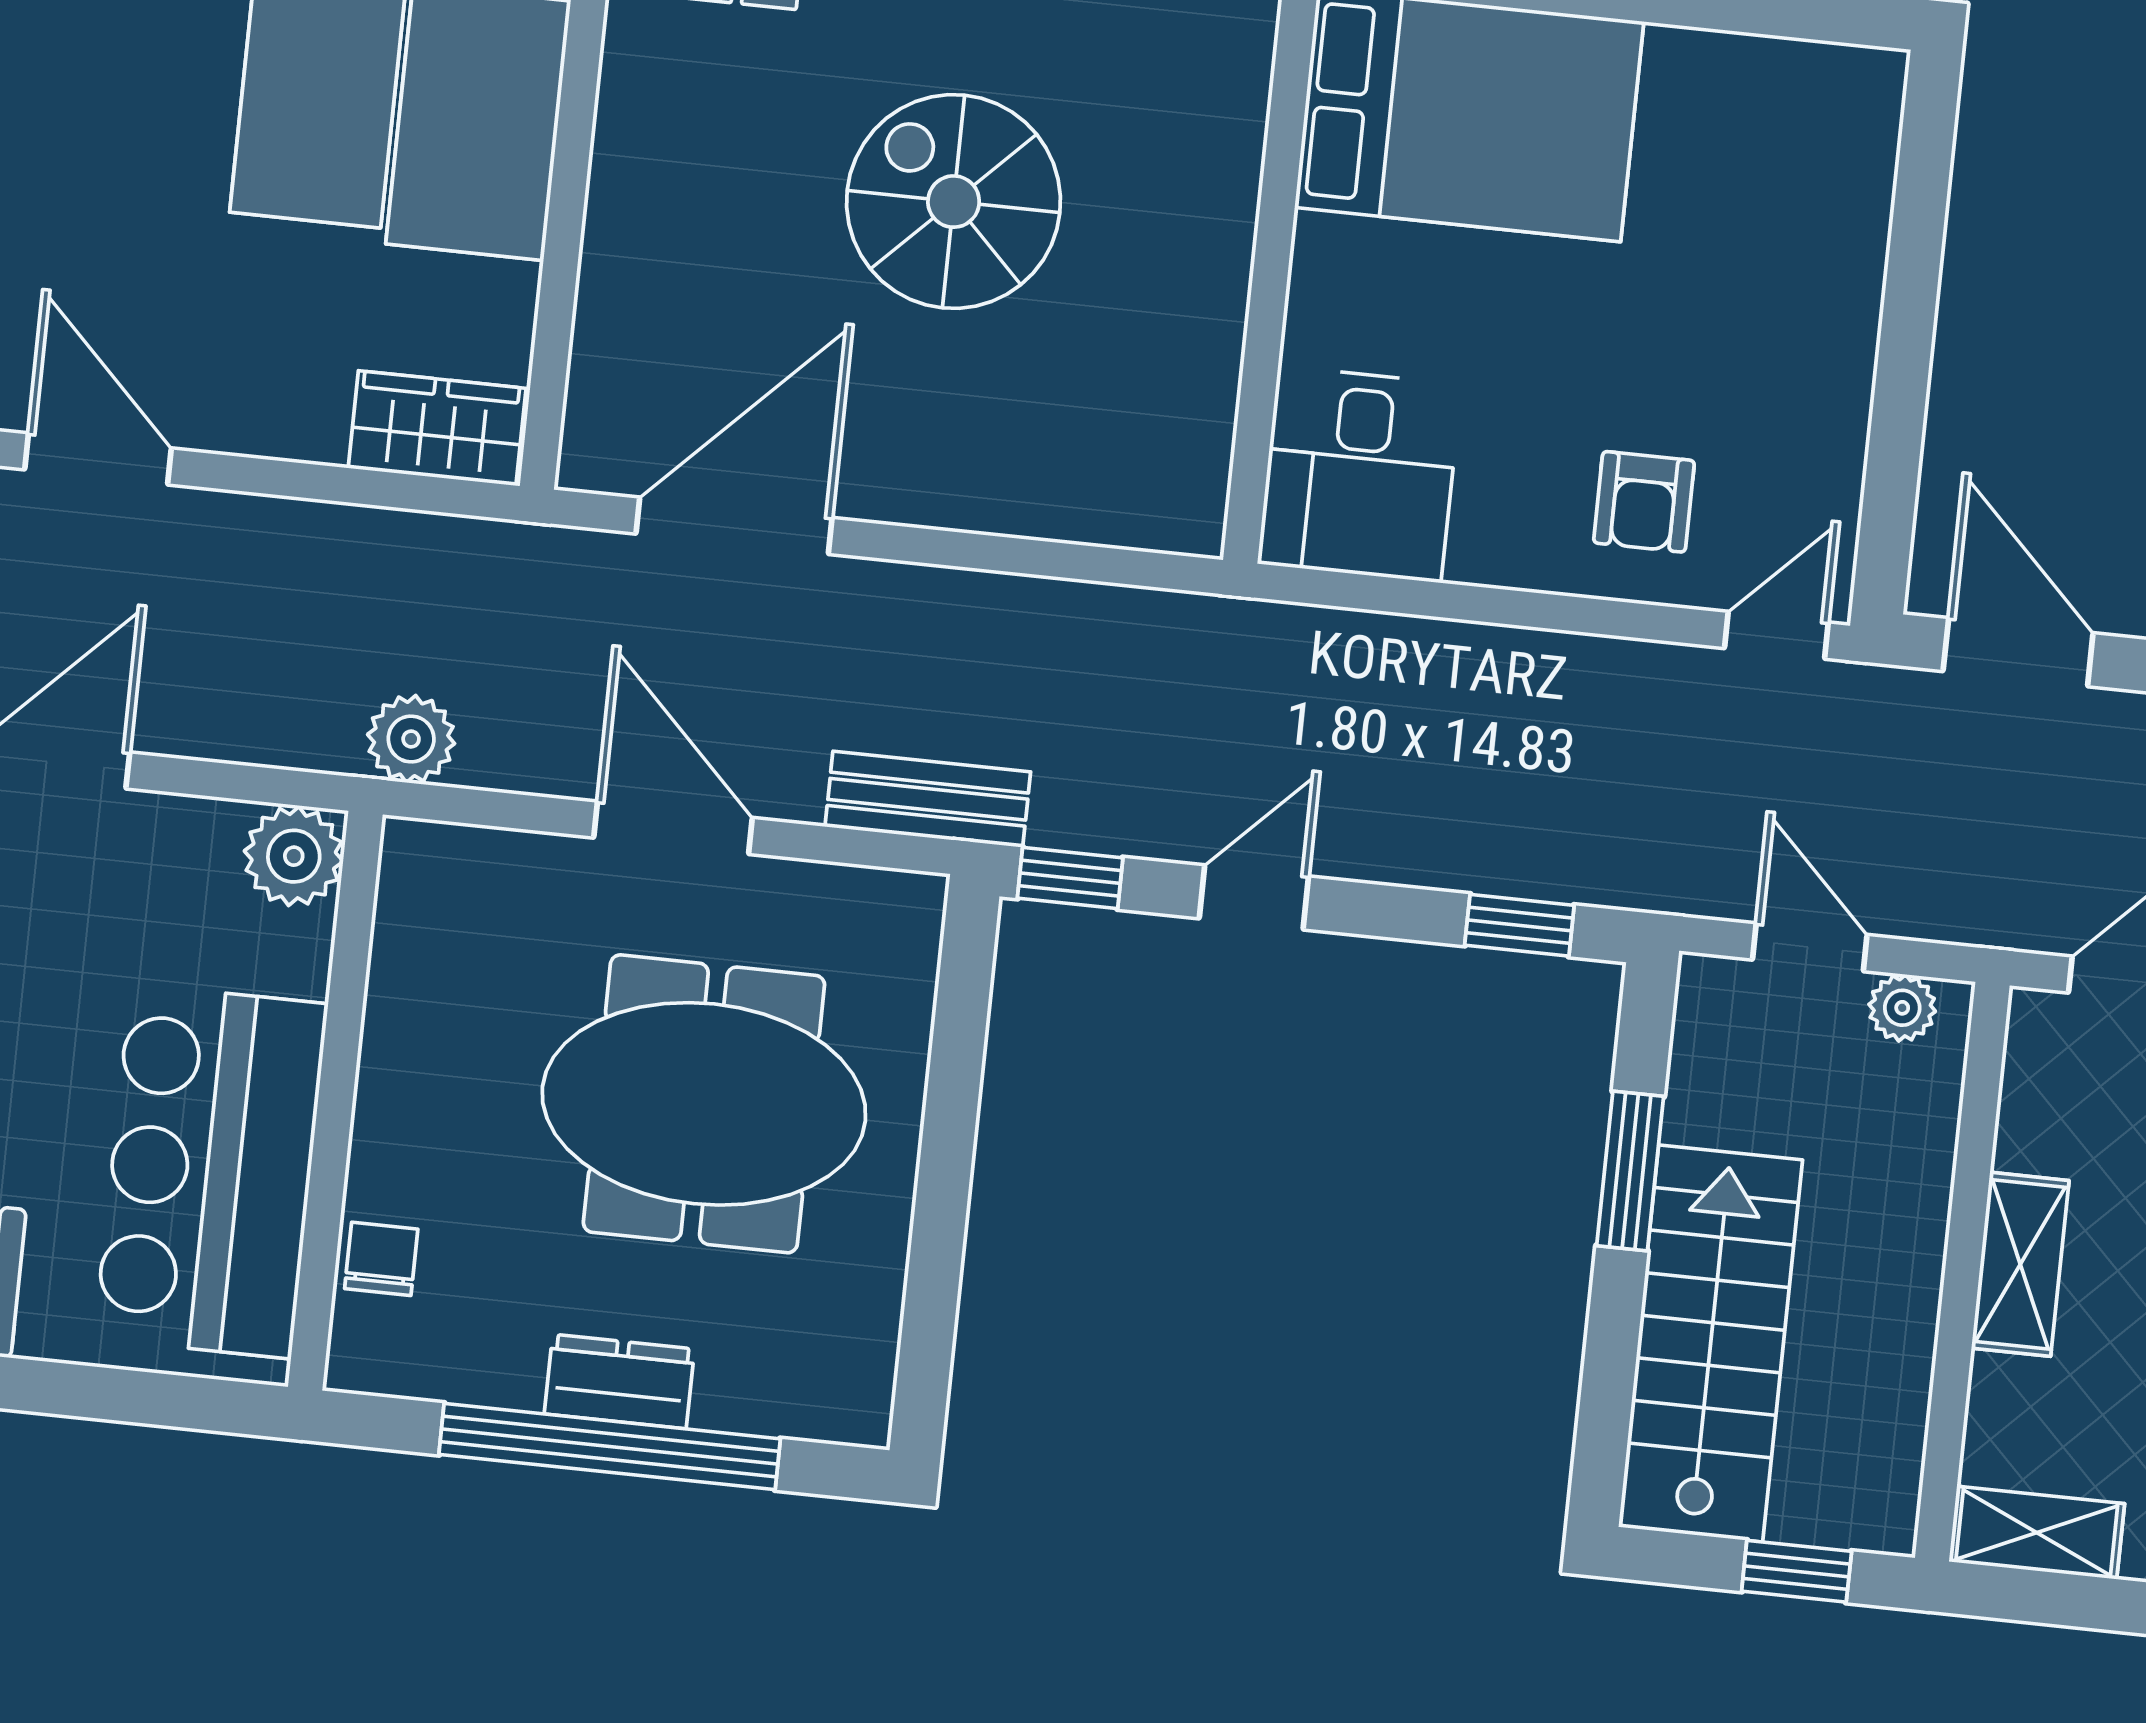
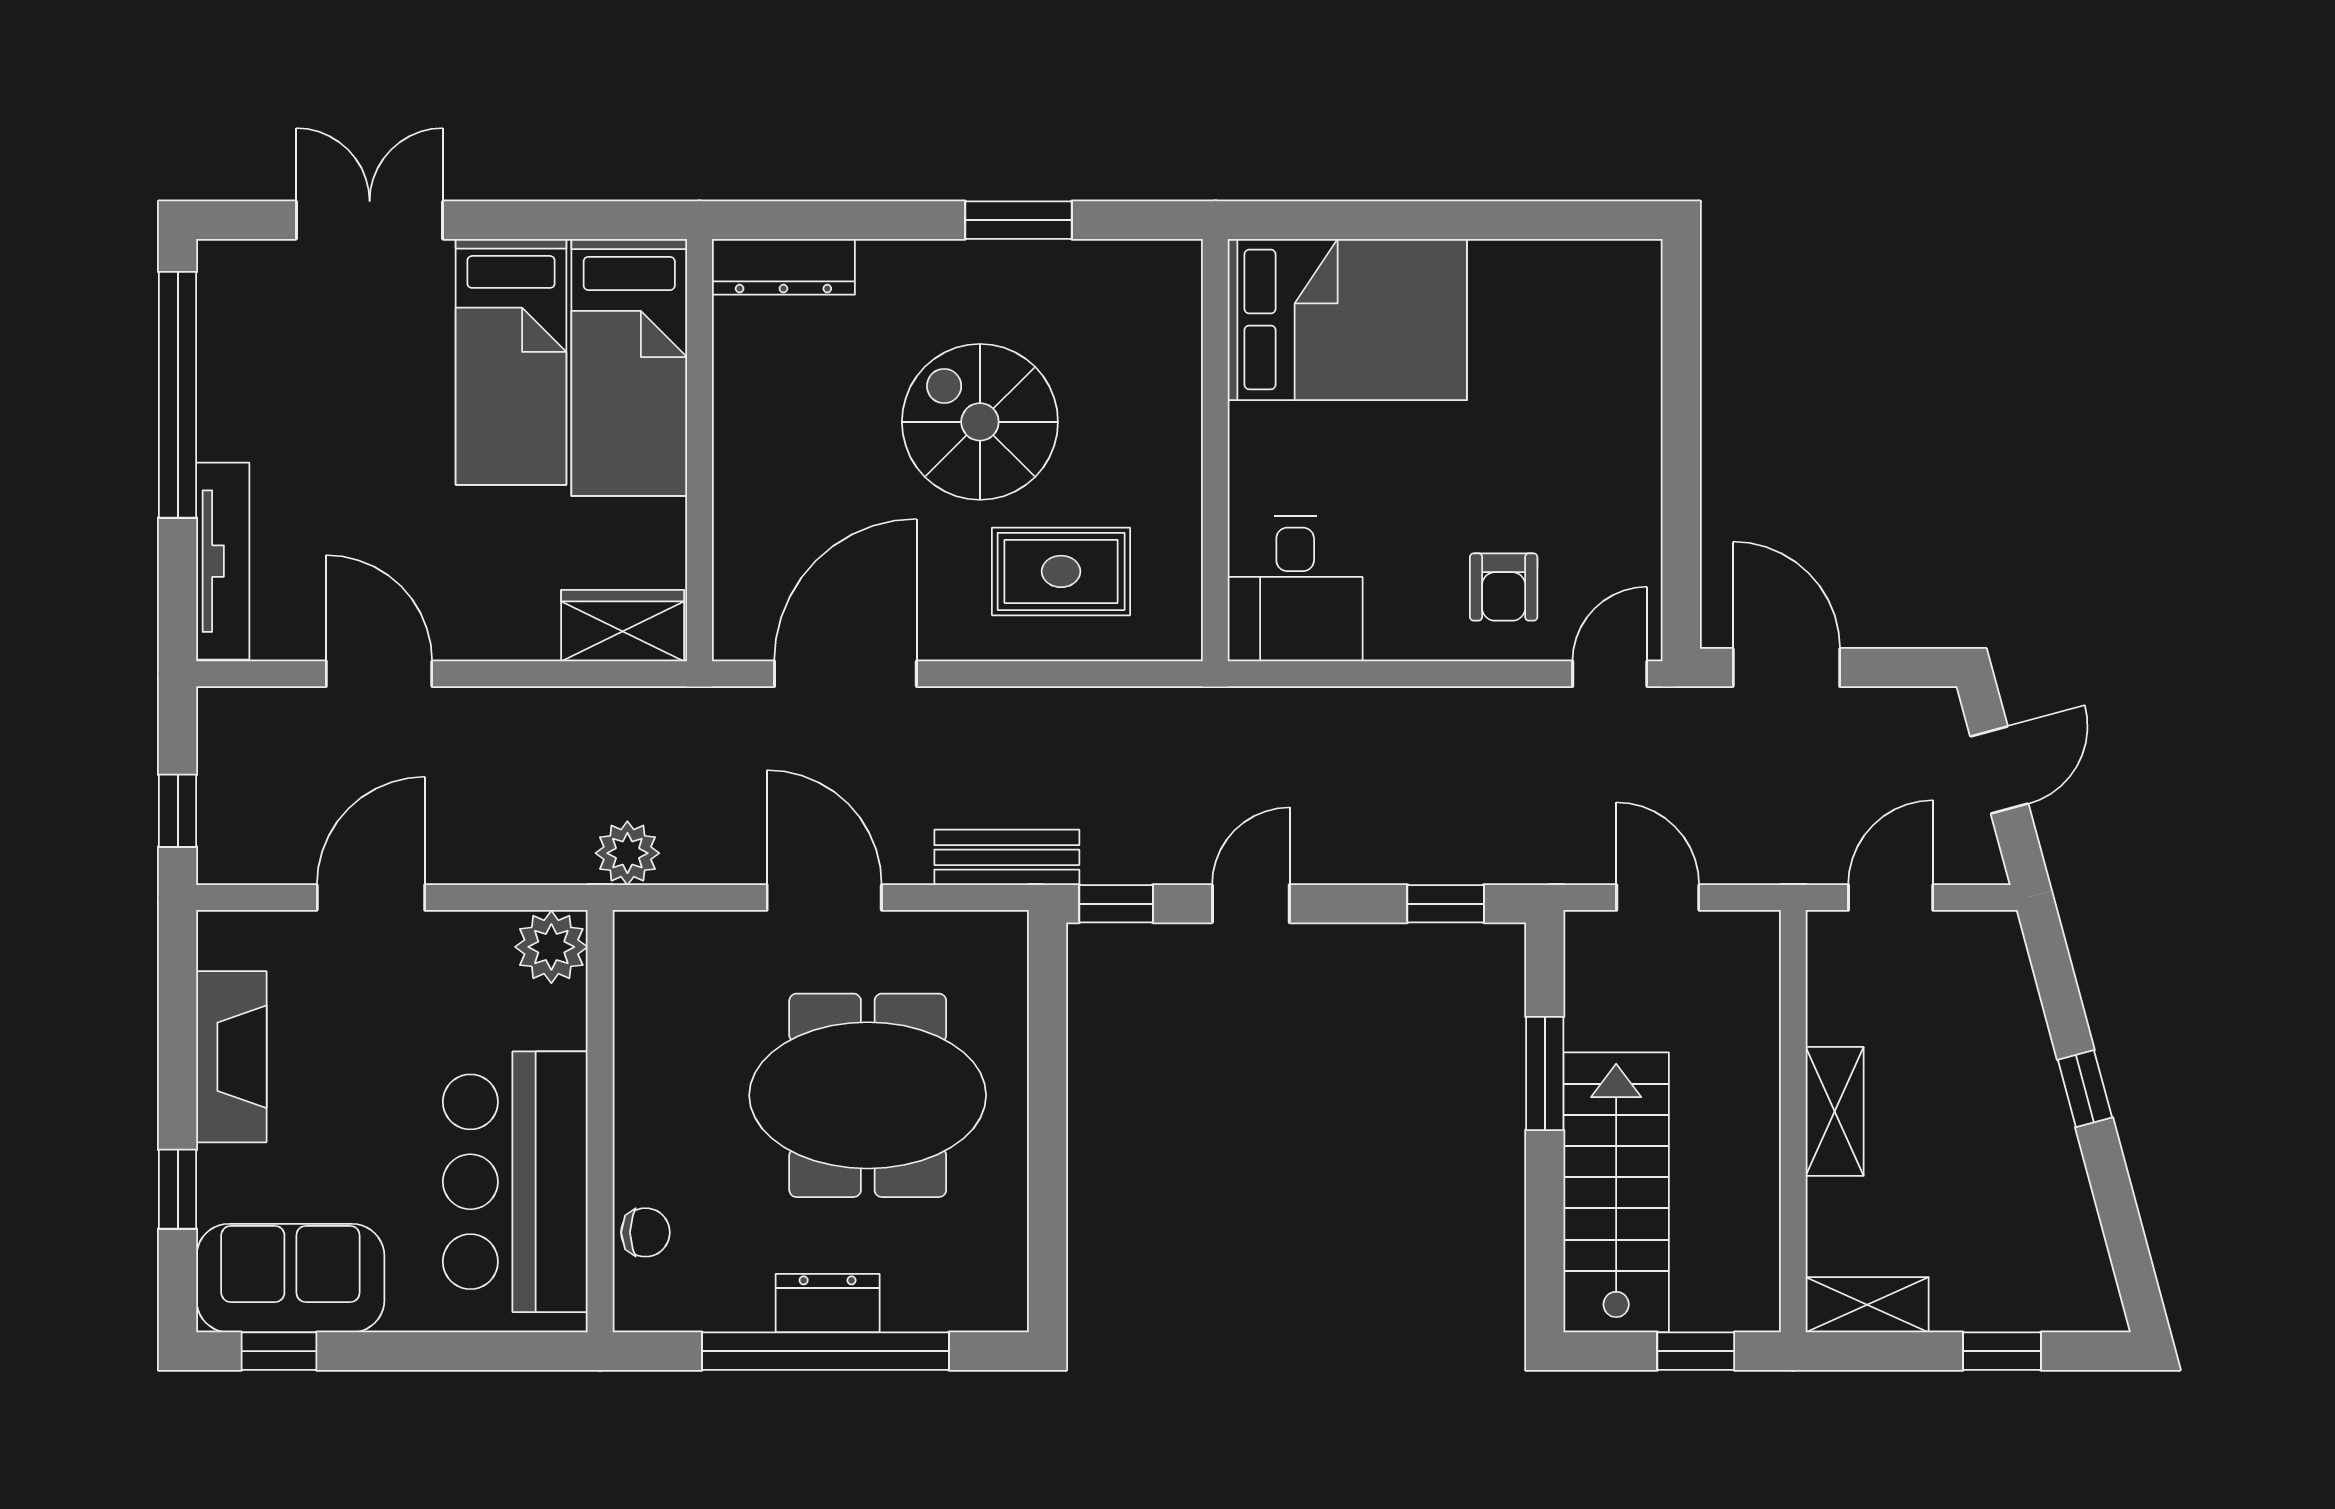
rug: (1043, 417) -> (1061, 571), added
plant: (1902, 1008) -> (1730, 934), removed
chair: (381, 1259) -> (645, 1232), turned 90

